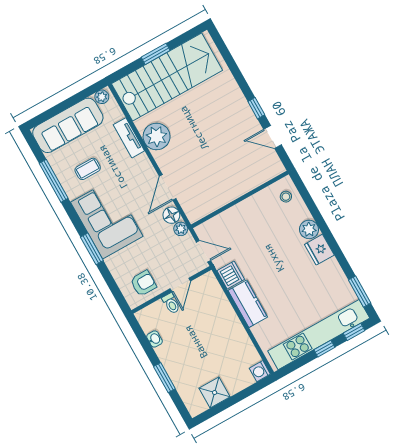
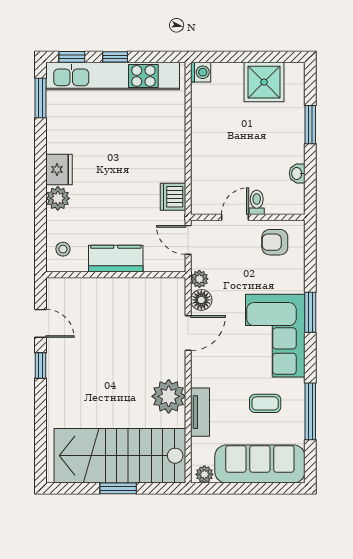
kitchen counter: (248, 304) -> (116, 259), moved, turned 90
shower: (215, 392) -> (264, 82), width x1.36, depth x1.36

